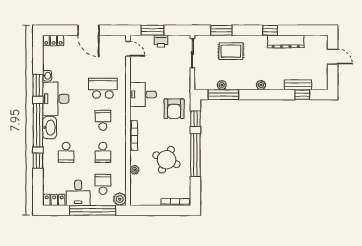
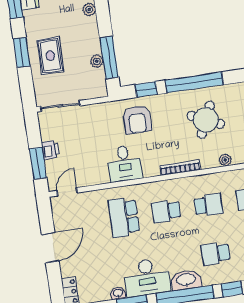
window: (221, 30) -> (22, 52), moved
armchair: (174, 109) -> (137, 120), turned 90
school desk: (66, 152) -> (215, 253), turned 180

